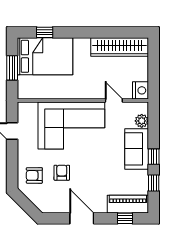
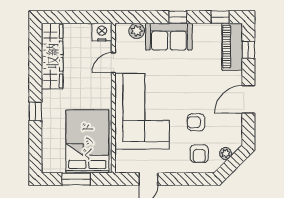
window: (45, 32) -> (35, 111), moved
bed: (45, 56) -> (87, 141), moved
window: (154, 183) -> (220, 17), moved
plant: (35, 198) -> (226, 153), added

